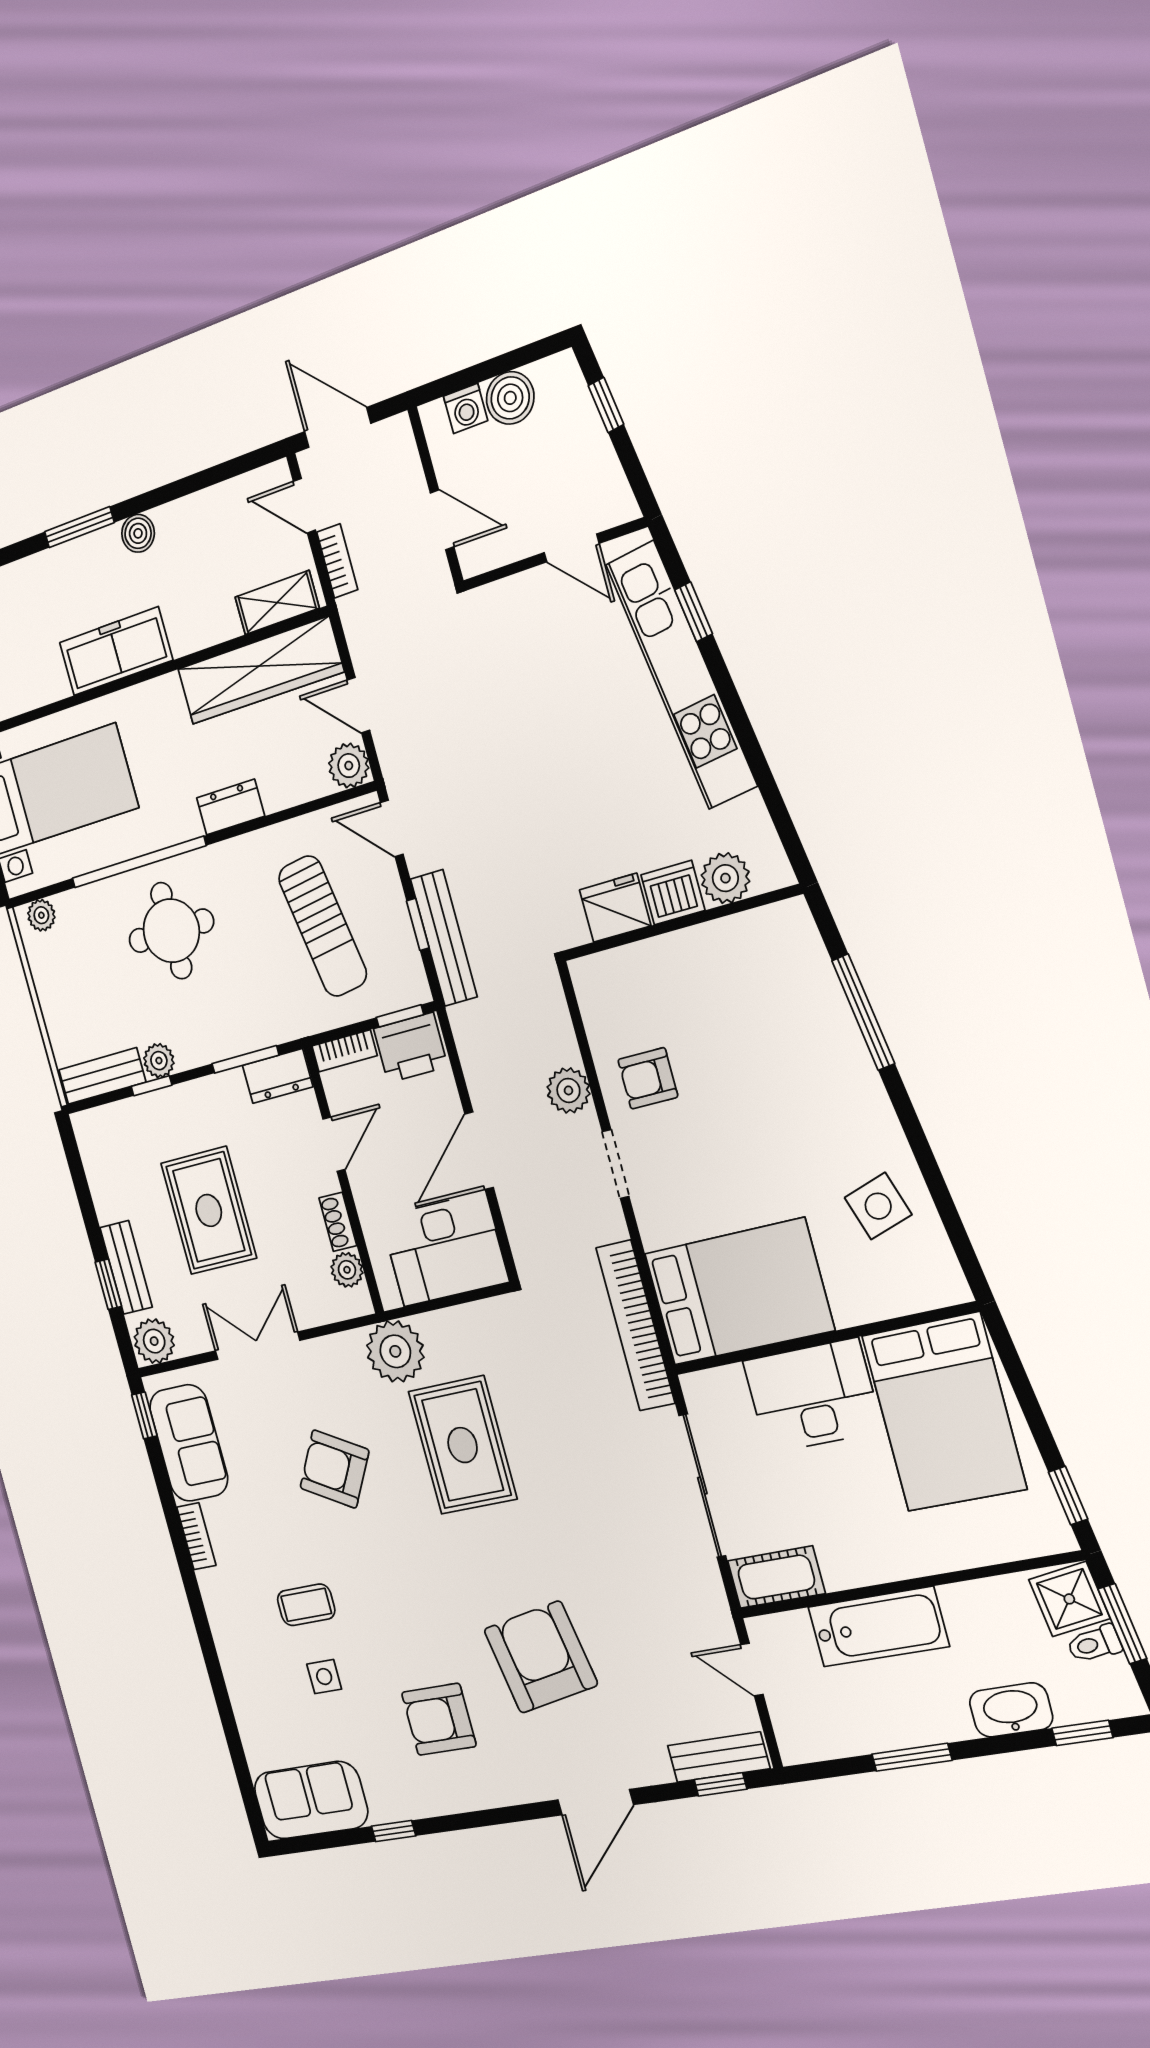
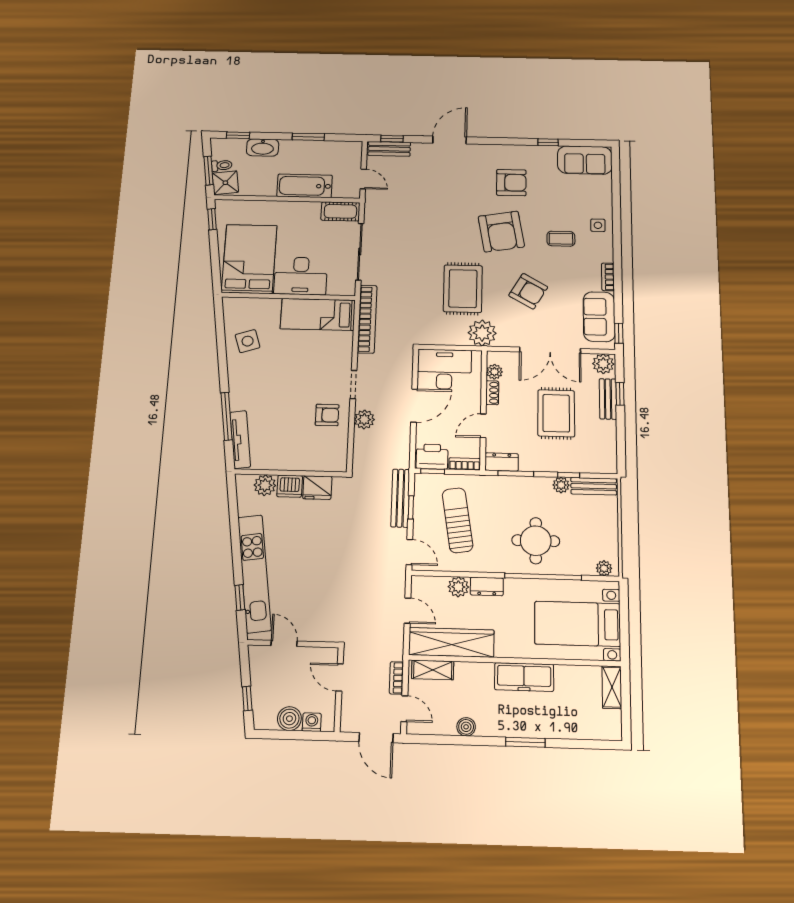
boiler: (138, 533) -> (466, 727), moved
plant: (349, 766) -> (458, 587), moved
tv unit: (814, 967) -> (240, 439), added
bed: (739, 1292) -> (318, 314), width x0.67
double door: (257, 1346) -> (550, 350), width x1.37
armchair: (541, 1657) -> (501, 232), moved
side table: (324, 1677) -> (598, 225), moved

